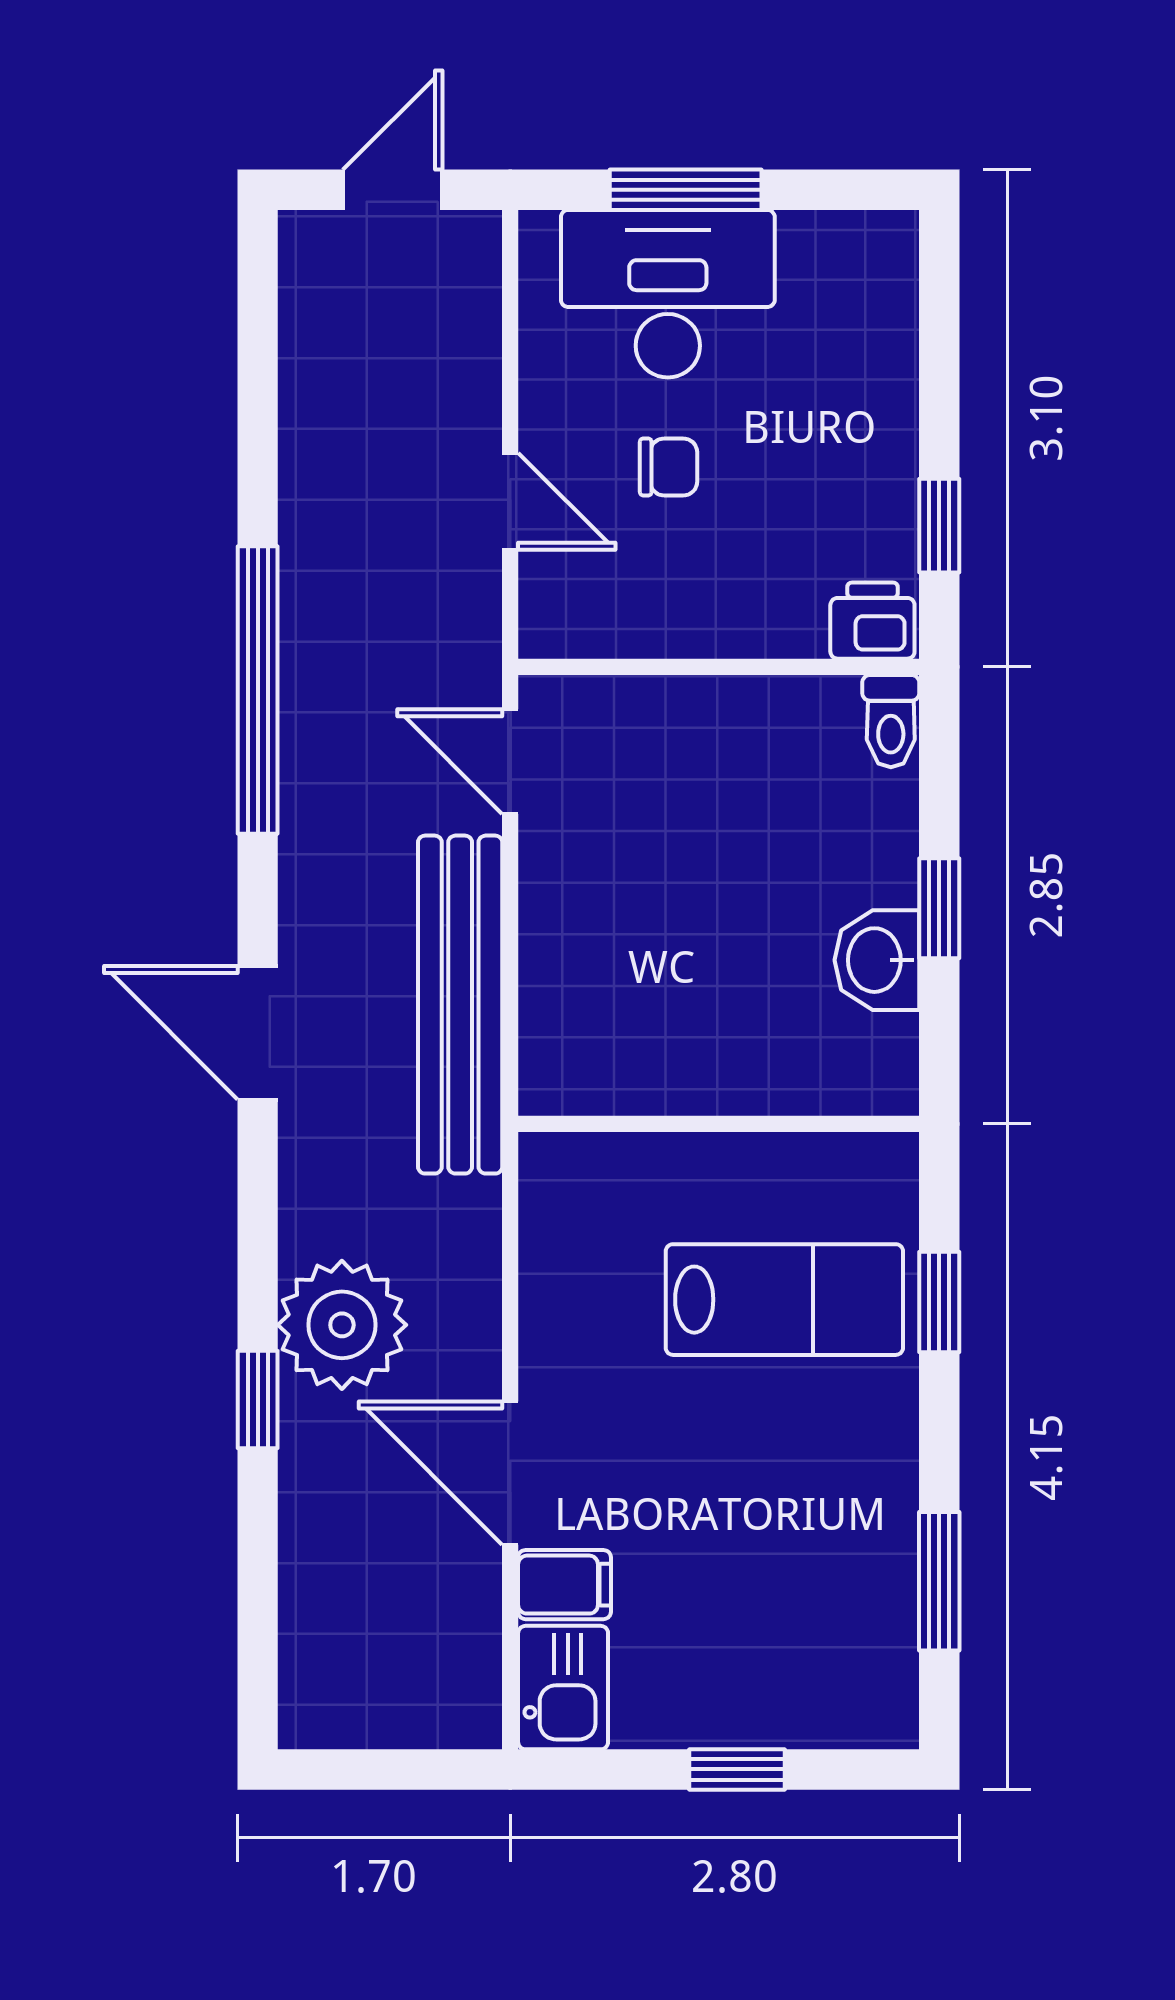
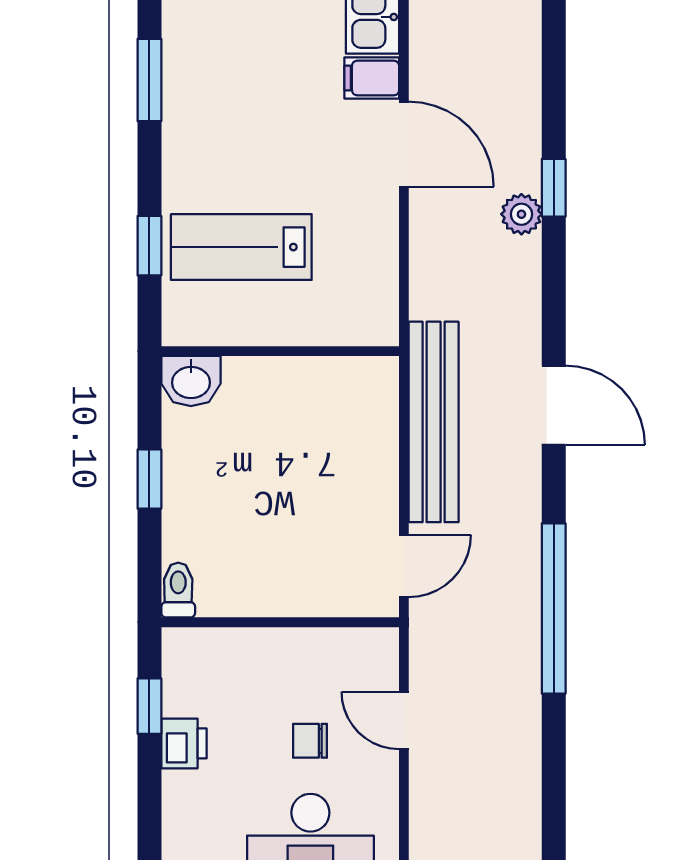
printer: (872, 621) -> (184, 743), moved, turned -90
door: (510, 762) -> (404, 566), hinge flipped
washbasin: (877, 960) -> (191, 381), moved, turned 90
plant: (342, 1325) -> (521, 214), width x0.53, depth x0.53

